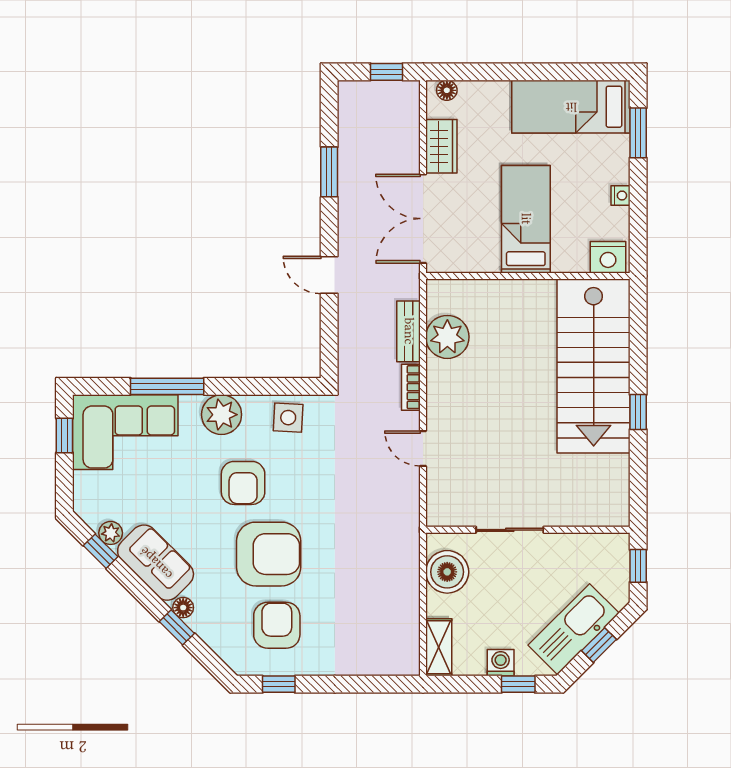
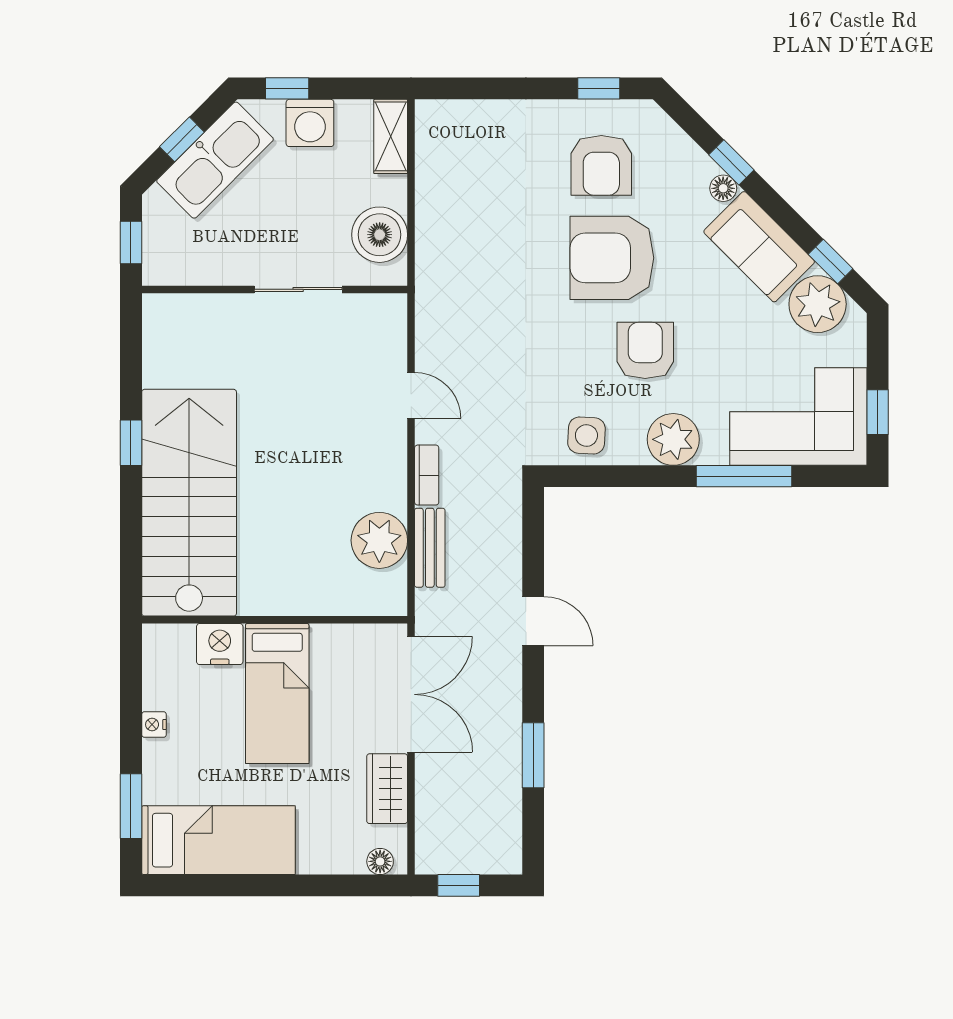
nightstand: (608, 257) -> (220, 644), moved
plant: (111, 533) -> (818, 304), width x1.87, depth x1.87
washing machine: (501, 663) -> (310, 123), width x1.38, depth x1.38

